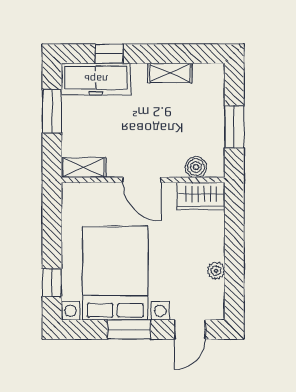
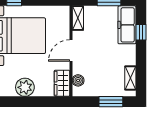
shelving: (170, 73) -> (130, 78), moved
window: (234, 127) -> (111, 102), moved
plant: (216, 271) -> (25, 87), width x1.88, depth x1.88

